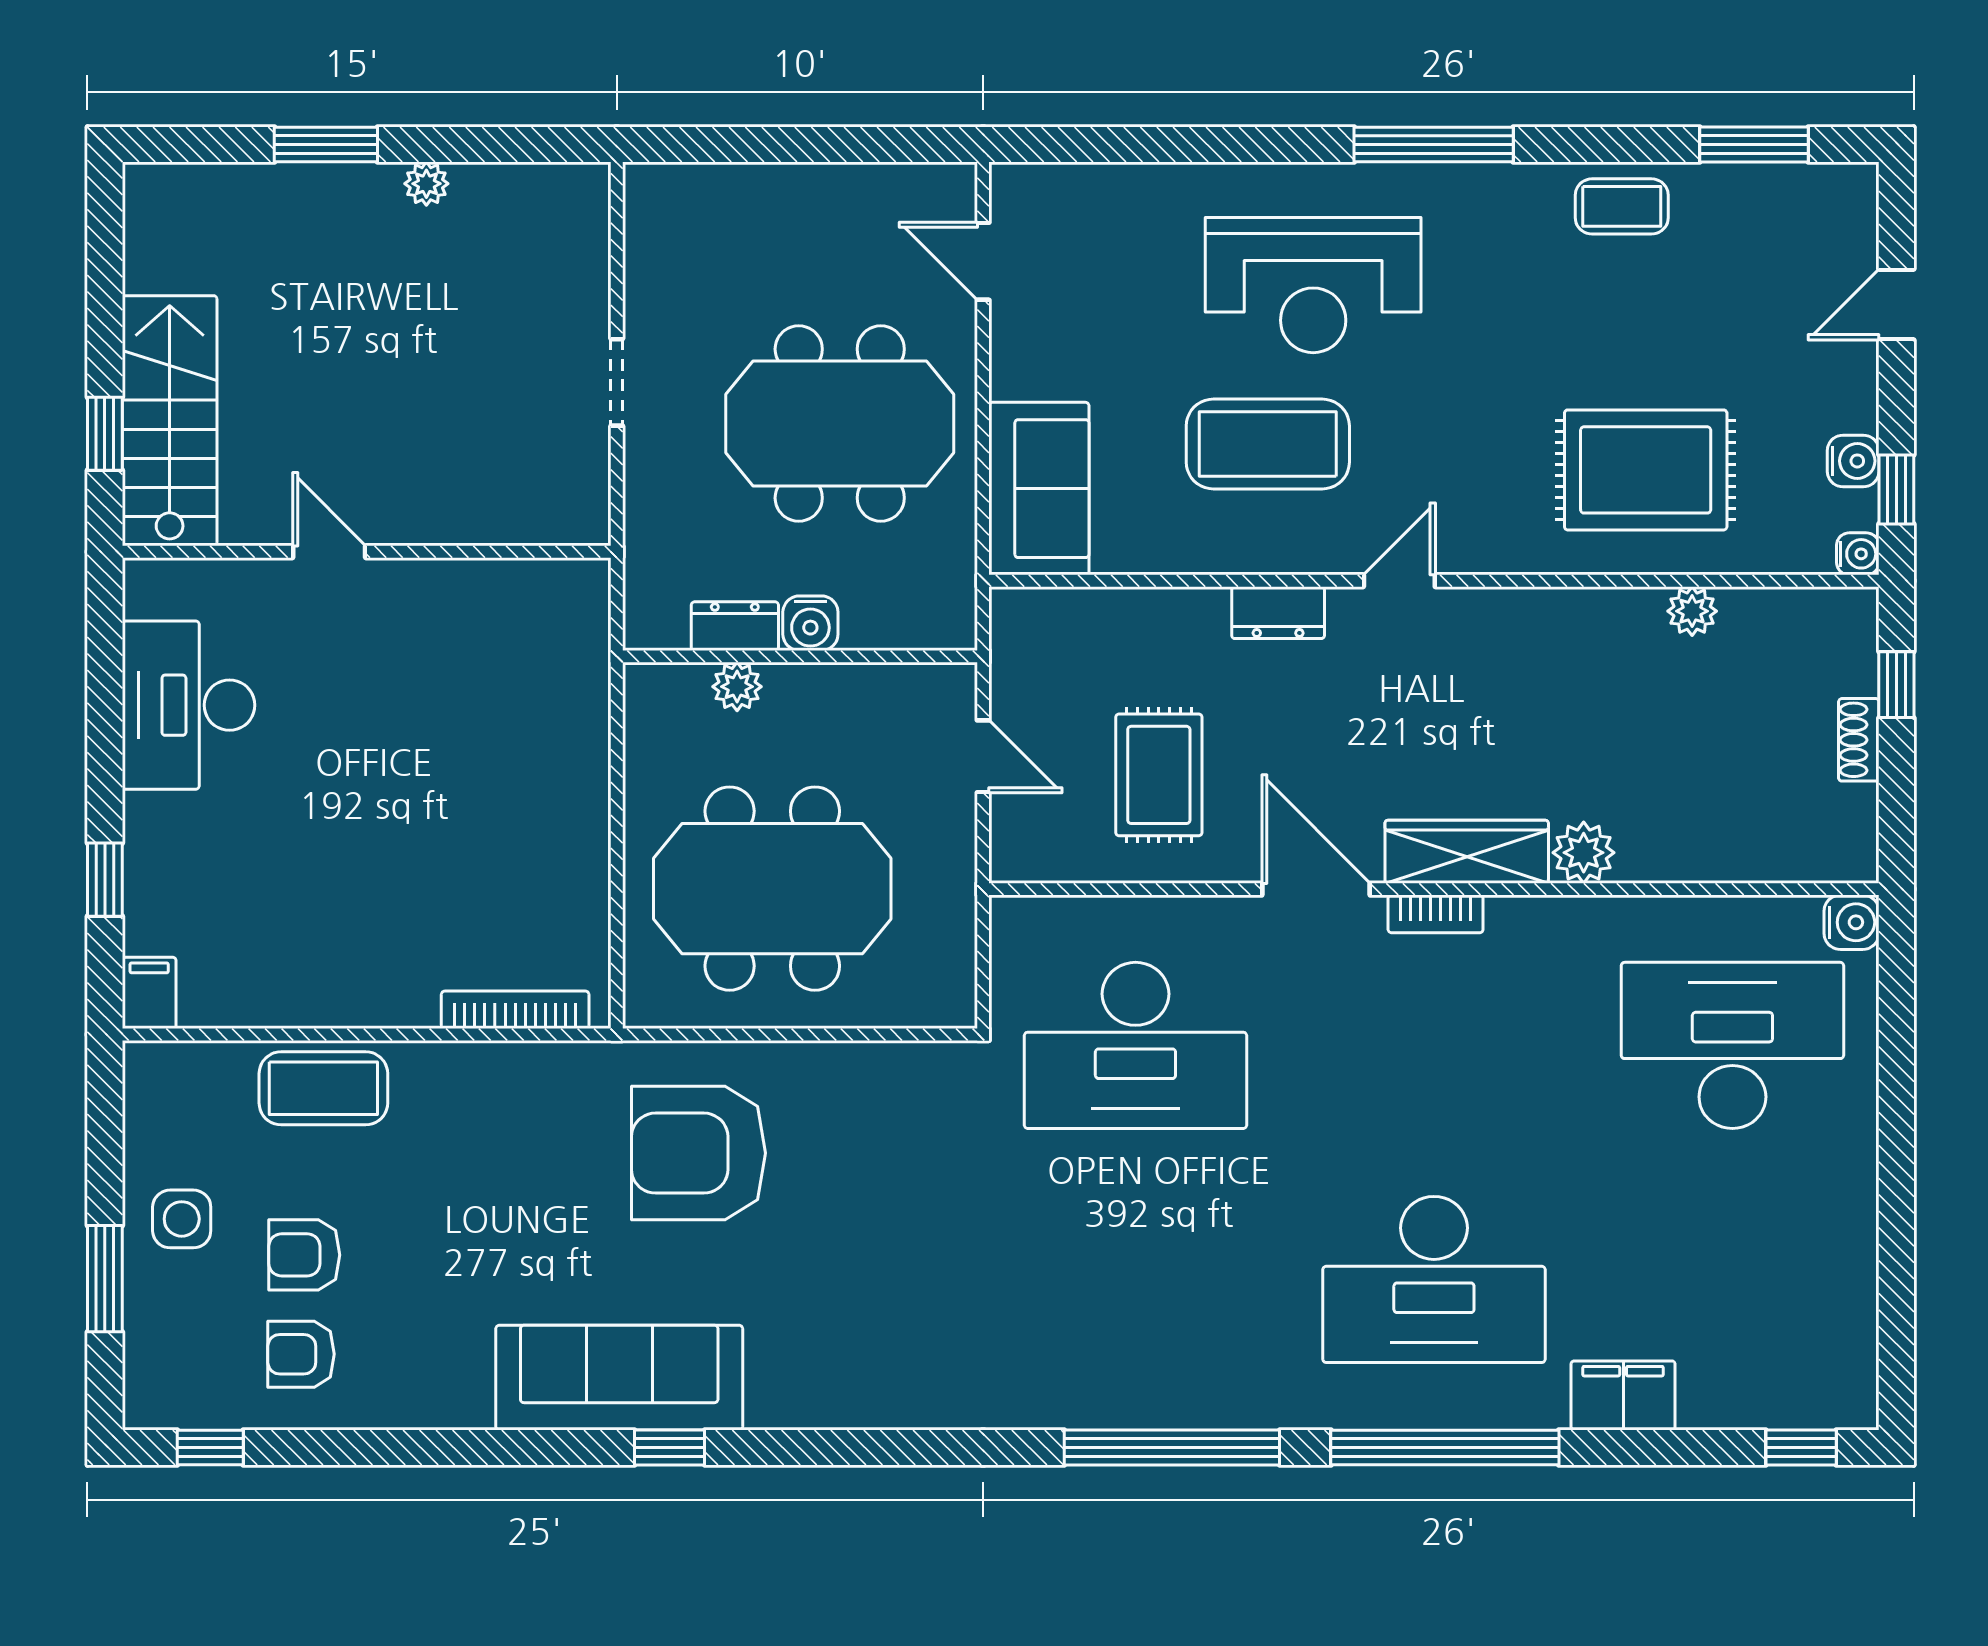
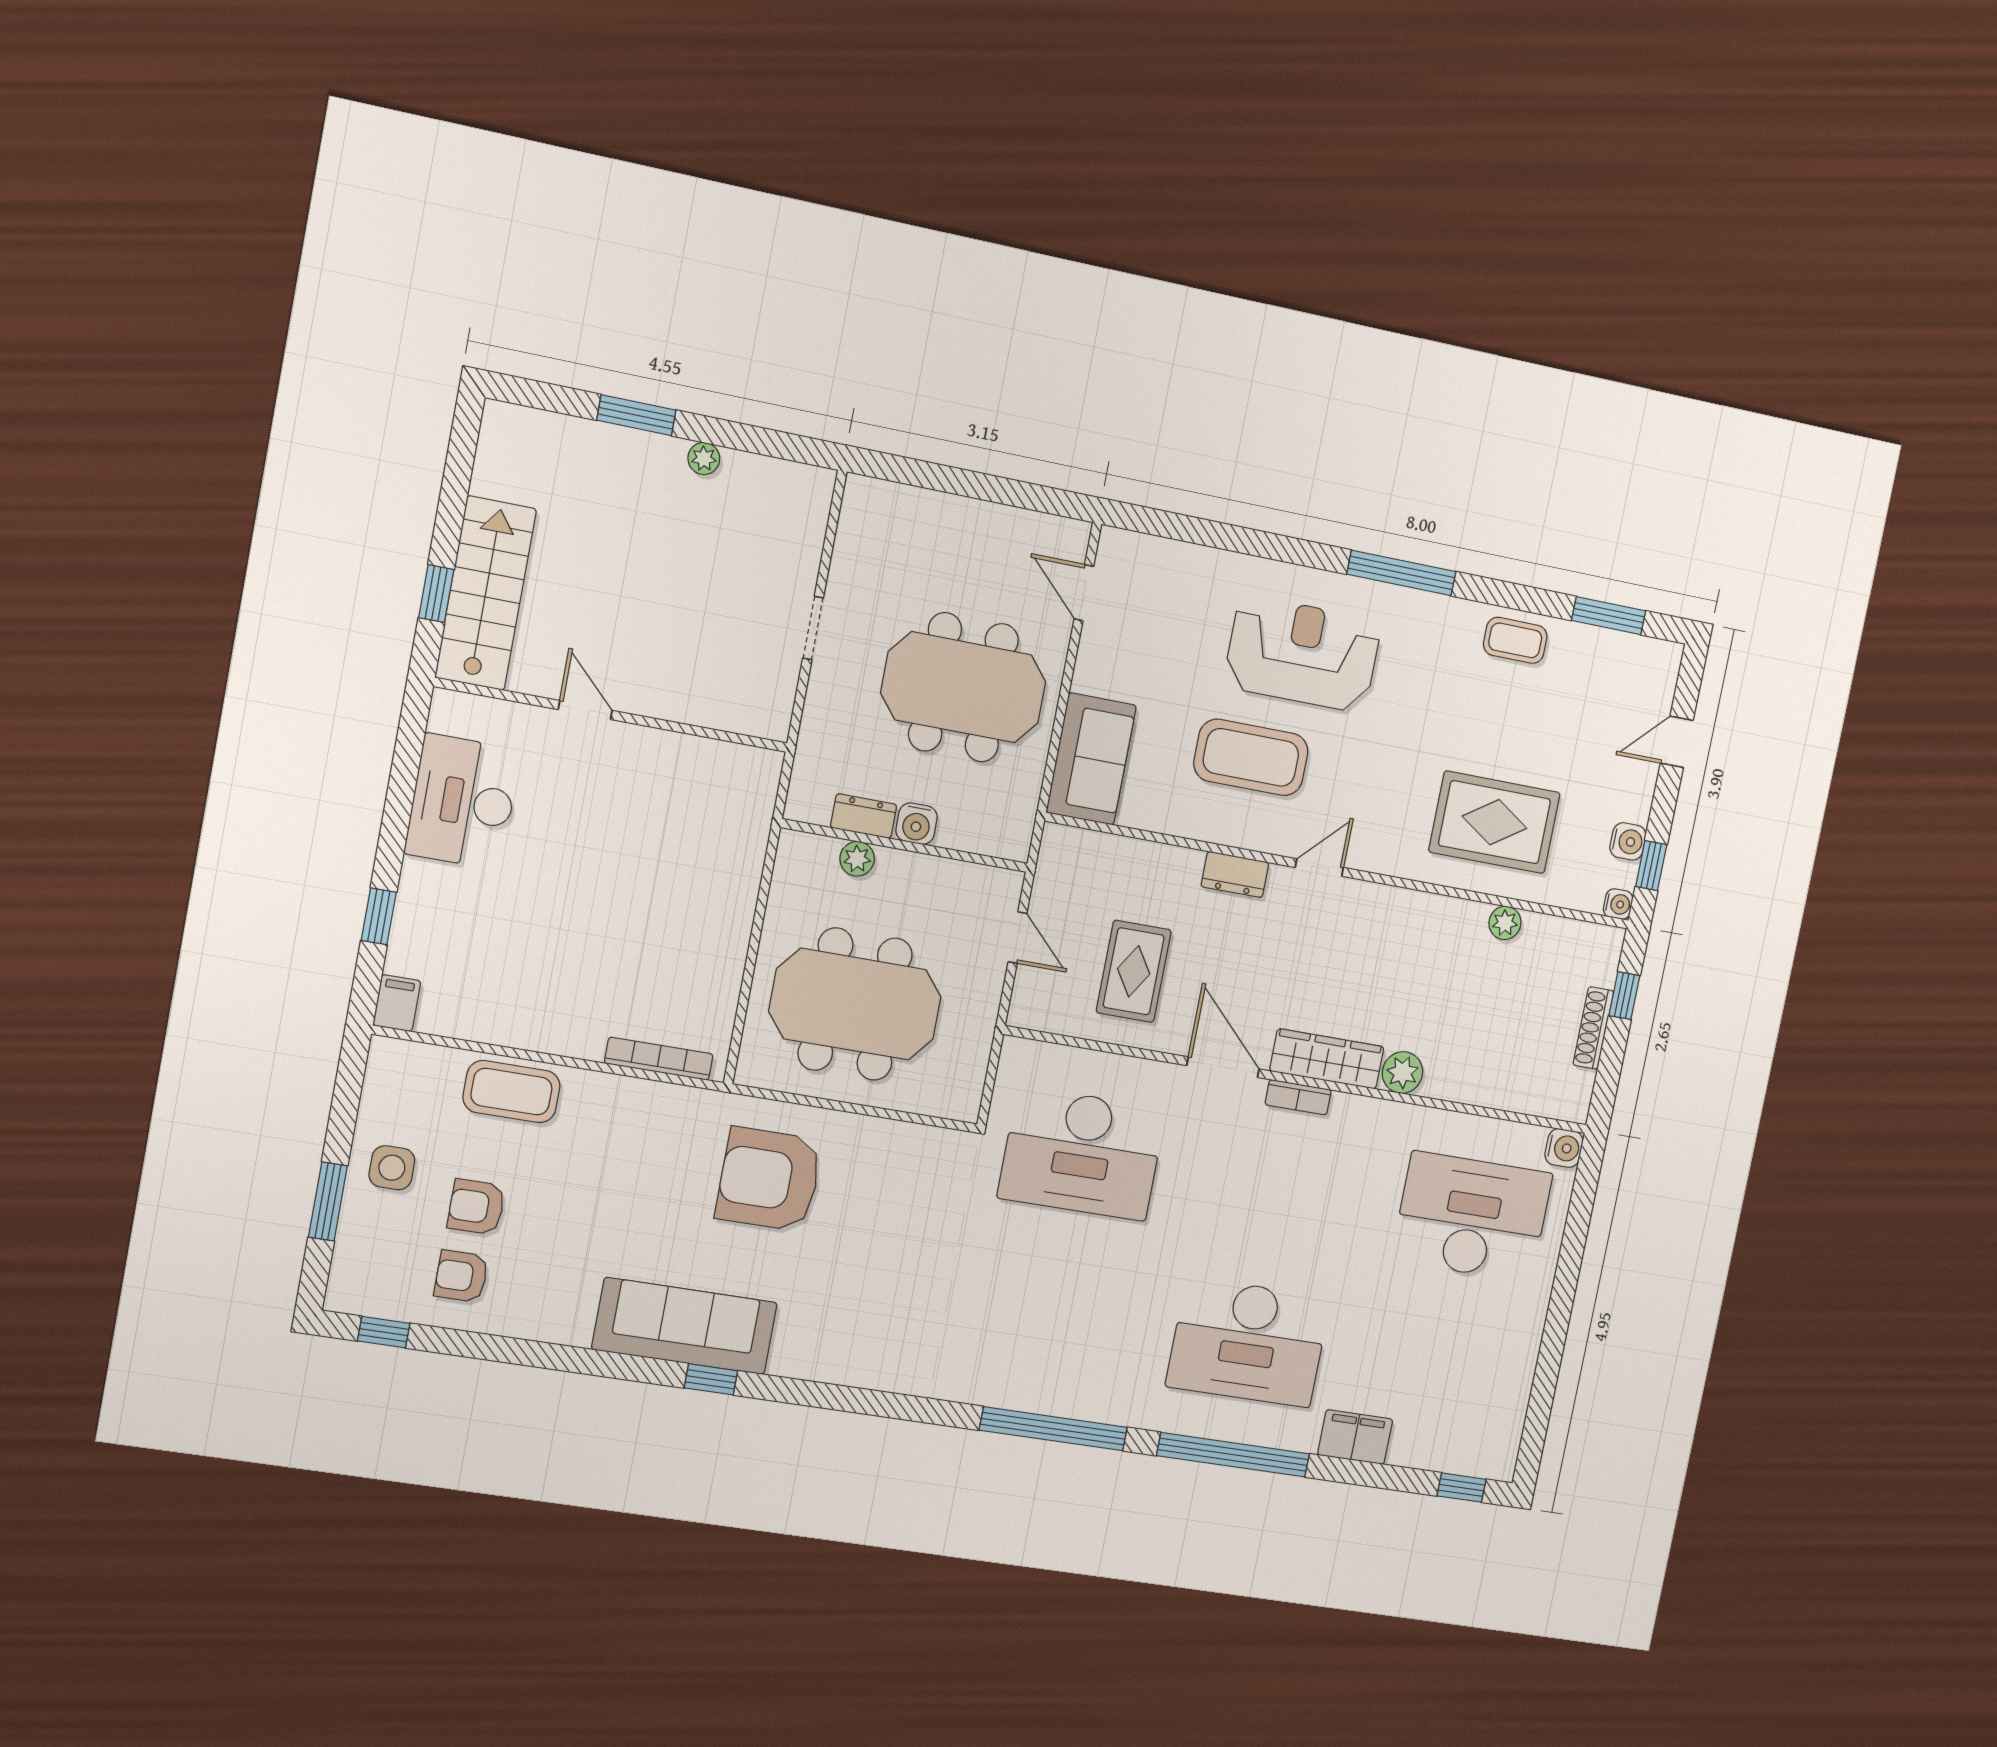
reception desk: (1313, 285) -> (1303, 654), turned 180
shoe rack: (1859, 740) -> (1593, 1028), width x1.43

